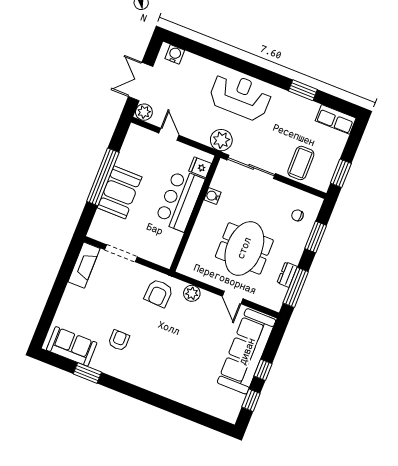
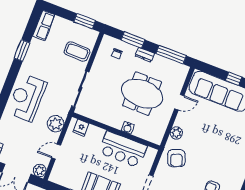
plant: (221, 140) -> (56, 124), moved
water cooler: (213, 196) -> (128, 128), moved
bar counter: (180, 200) -> (123, 149), moved
dresser: (287, 275) -> (145, 55), moved
armchair: (159, 293) -> (176, 158), turned 65

